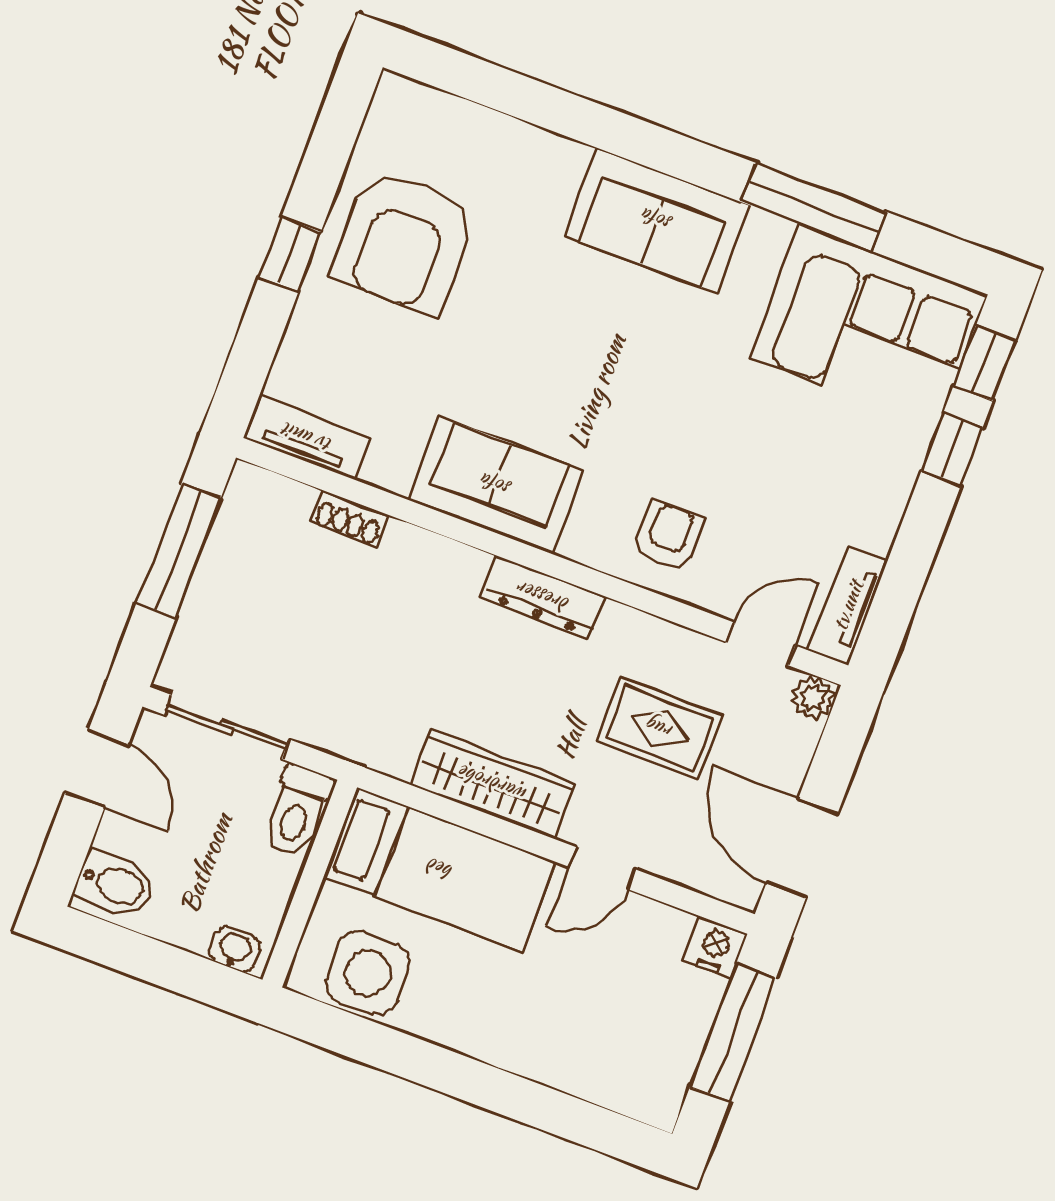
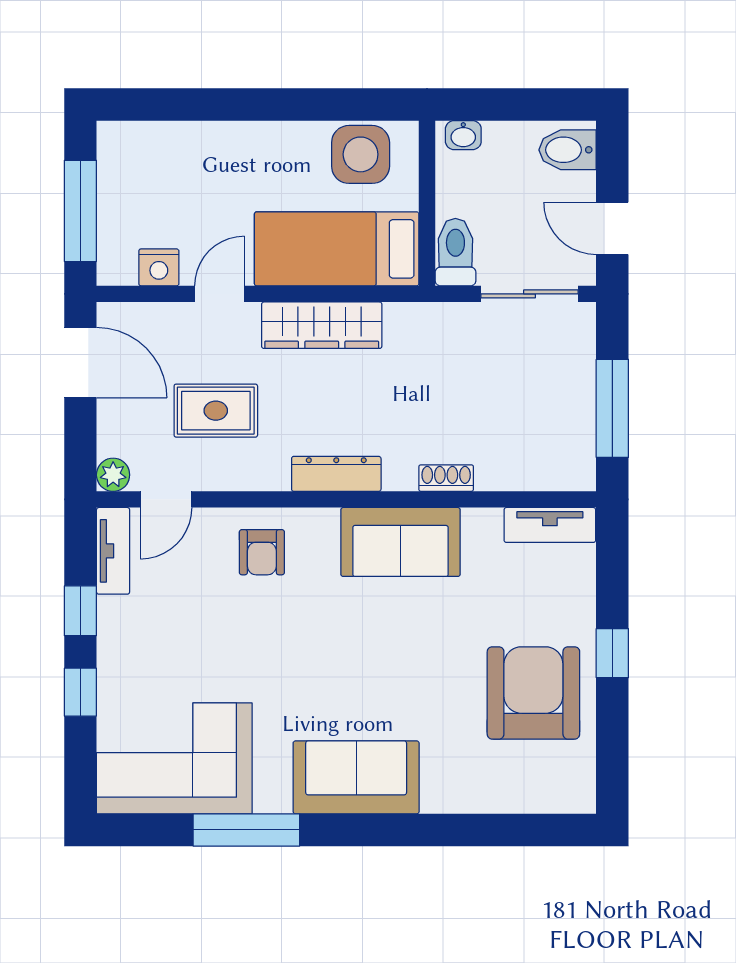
window: (984, 363) -> (80, 611), moved
shoe rack: (349, 519) -> (446, 478), moved
nightstand: (715, 947) -> (159, 267), moved

